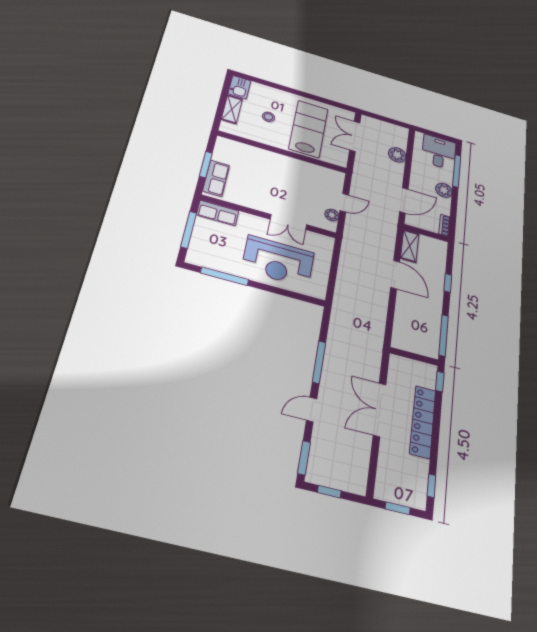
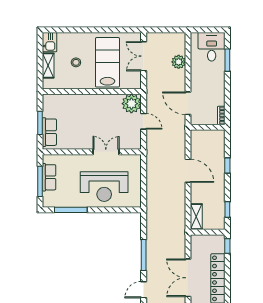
window: (457, 171) -> (227, 60), width x0.69
plant: (444, 190) -> (218, 83), removed
door: (404, 200) -> (188, 103), swing flipped
door: (344, 203) -> (144, 121), hinge flipped
row of seats: (218, 213) -> (49, 177), moved, turned -90
plant: (332, 215) -> (131, 104), moved, width x1.87, depth x1.87
double door: (288, 222) -> (106, 152), swing flipped
shelving: (410, 246) -> (196, 217), moved
window: (444, 335) -> (227, 209), width x0.46

